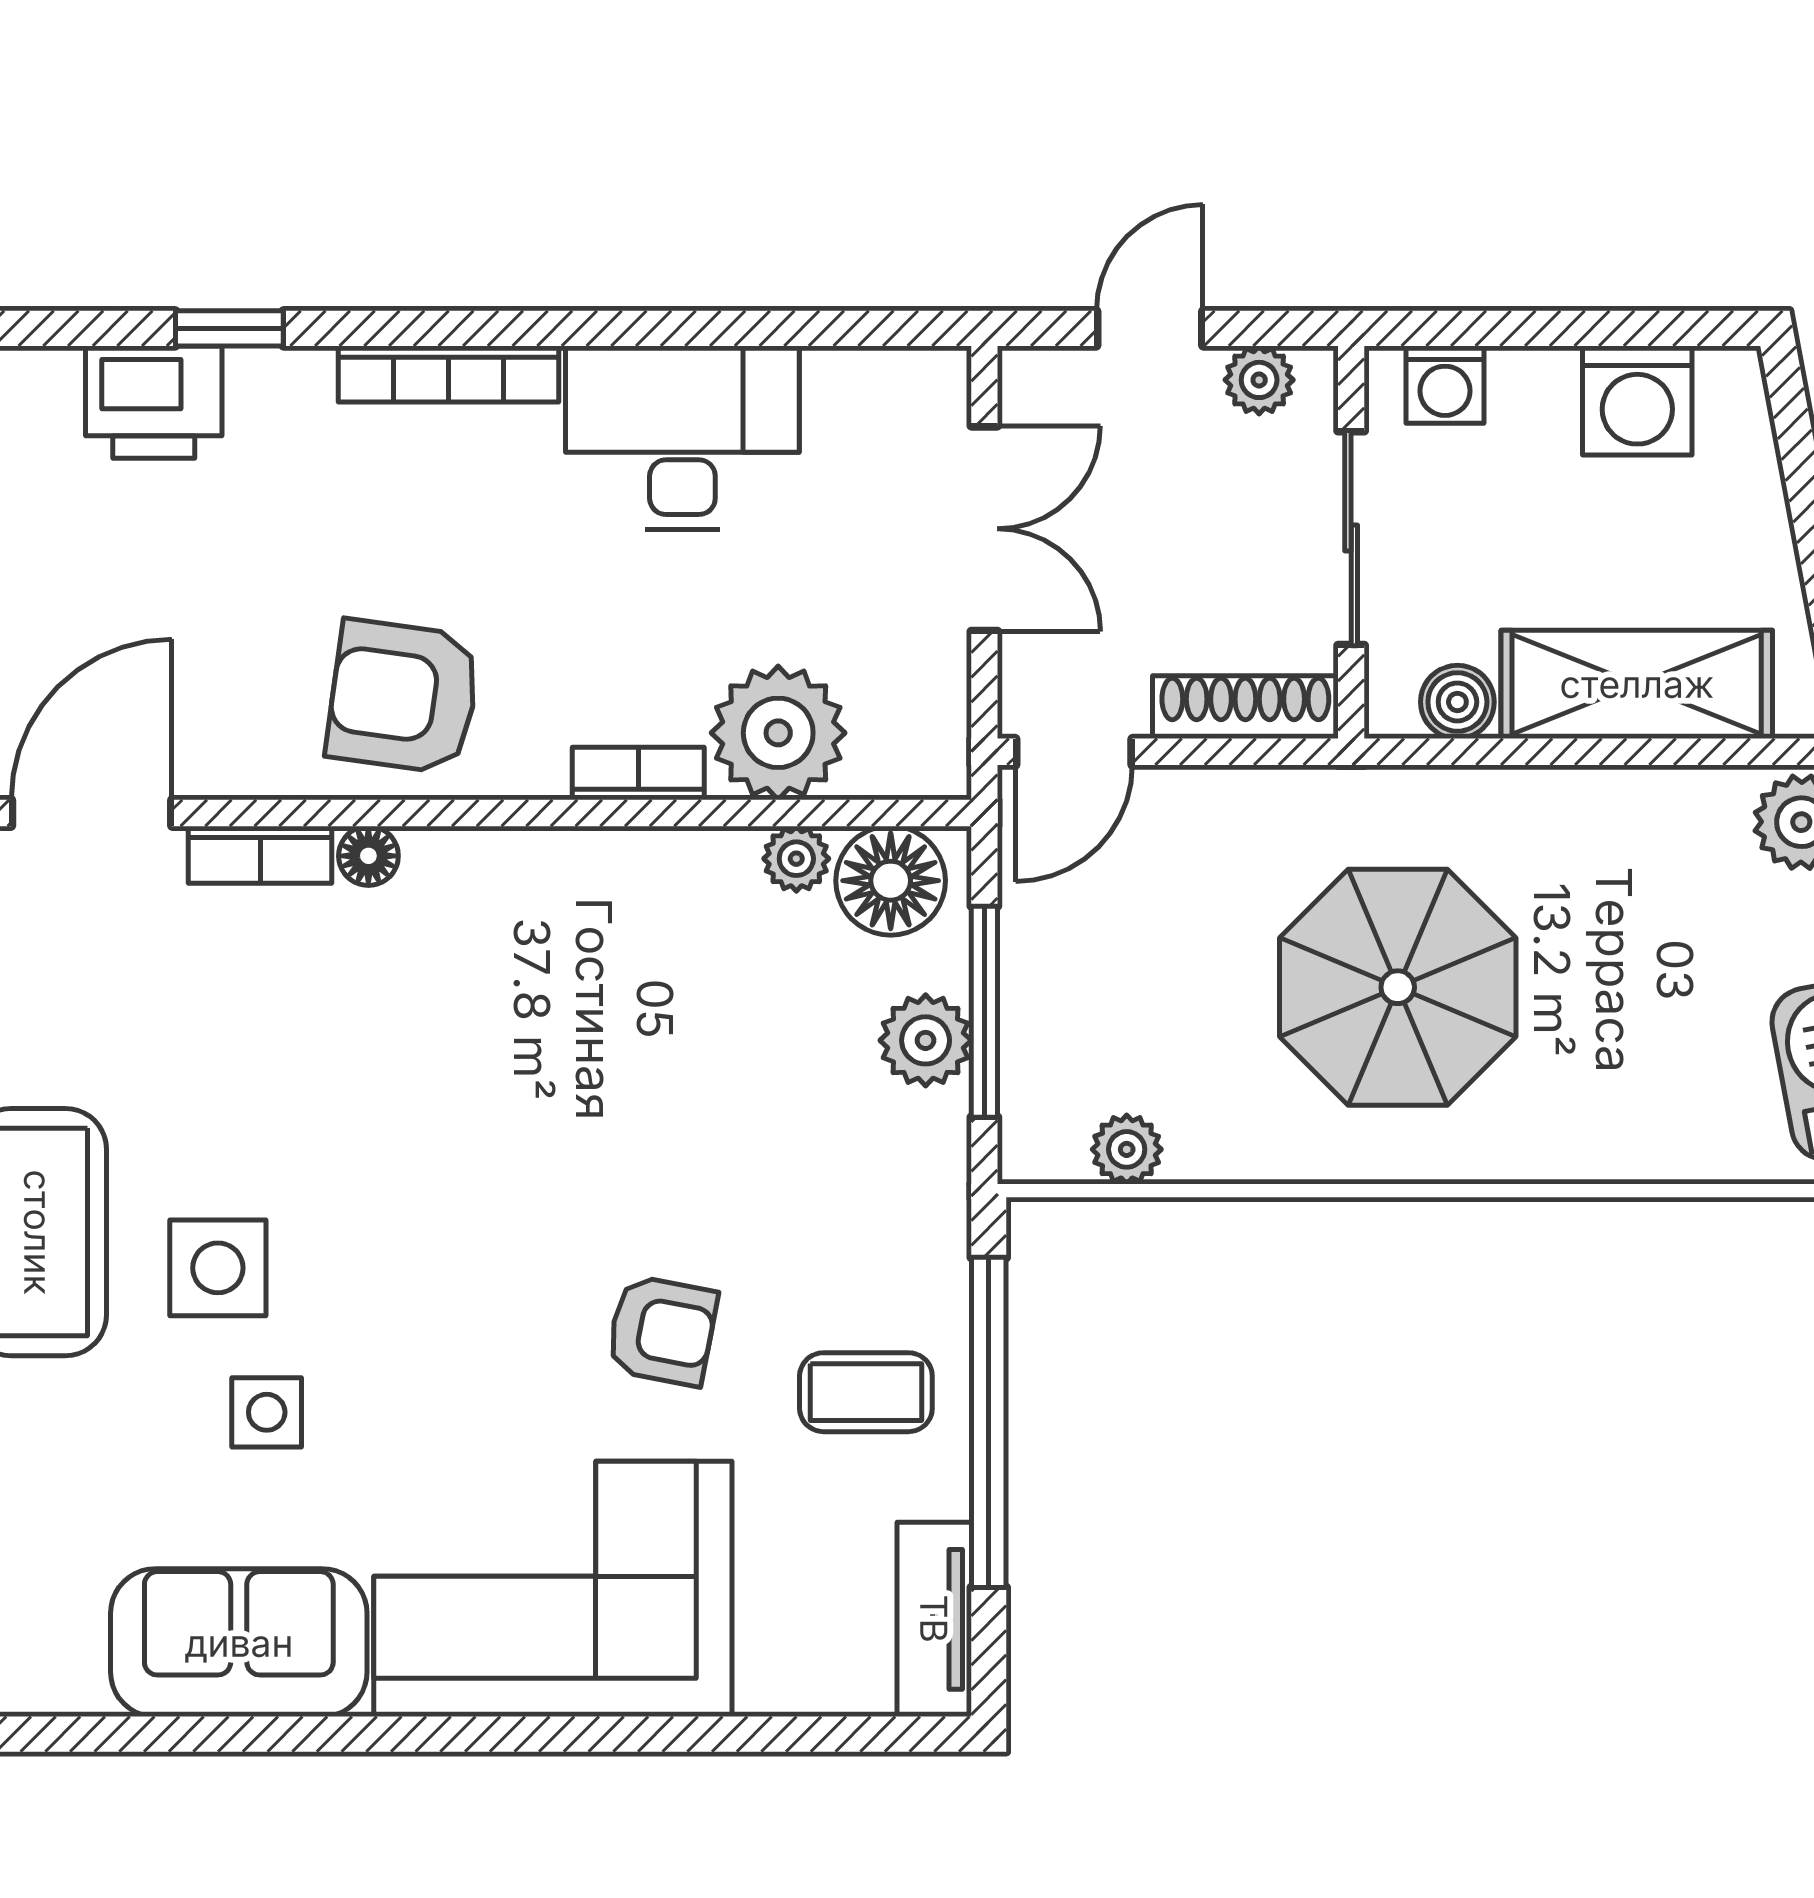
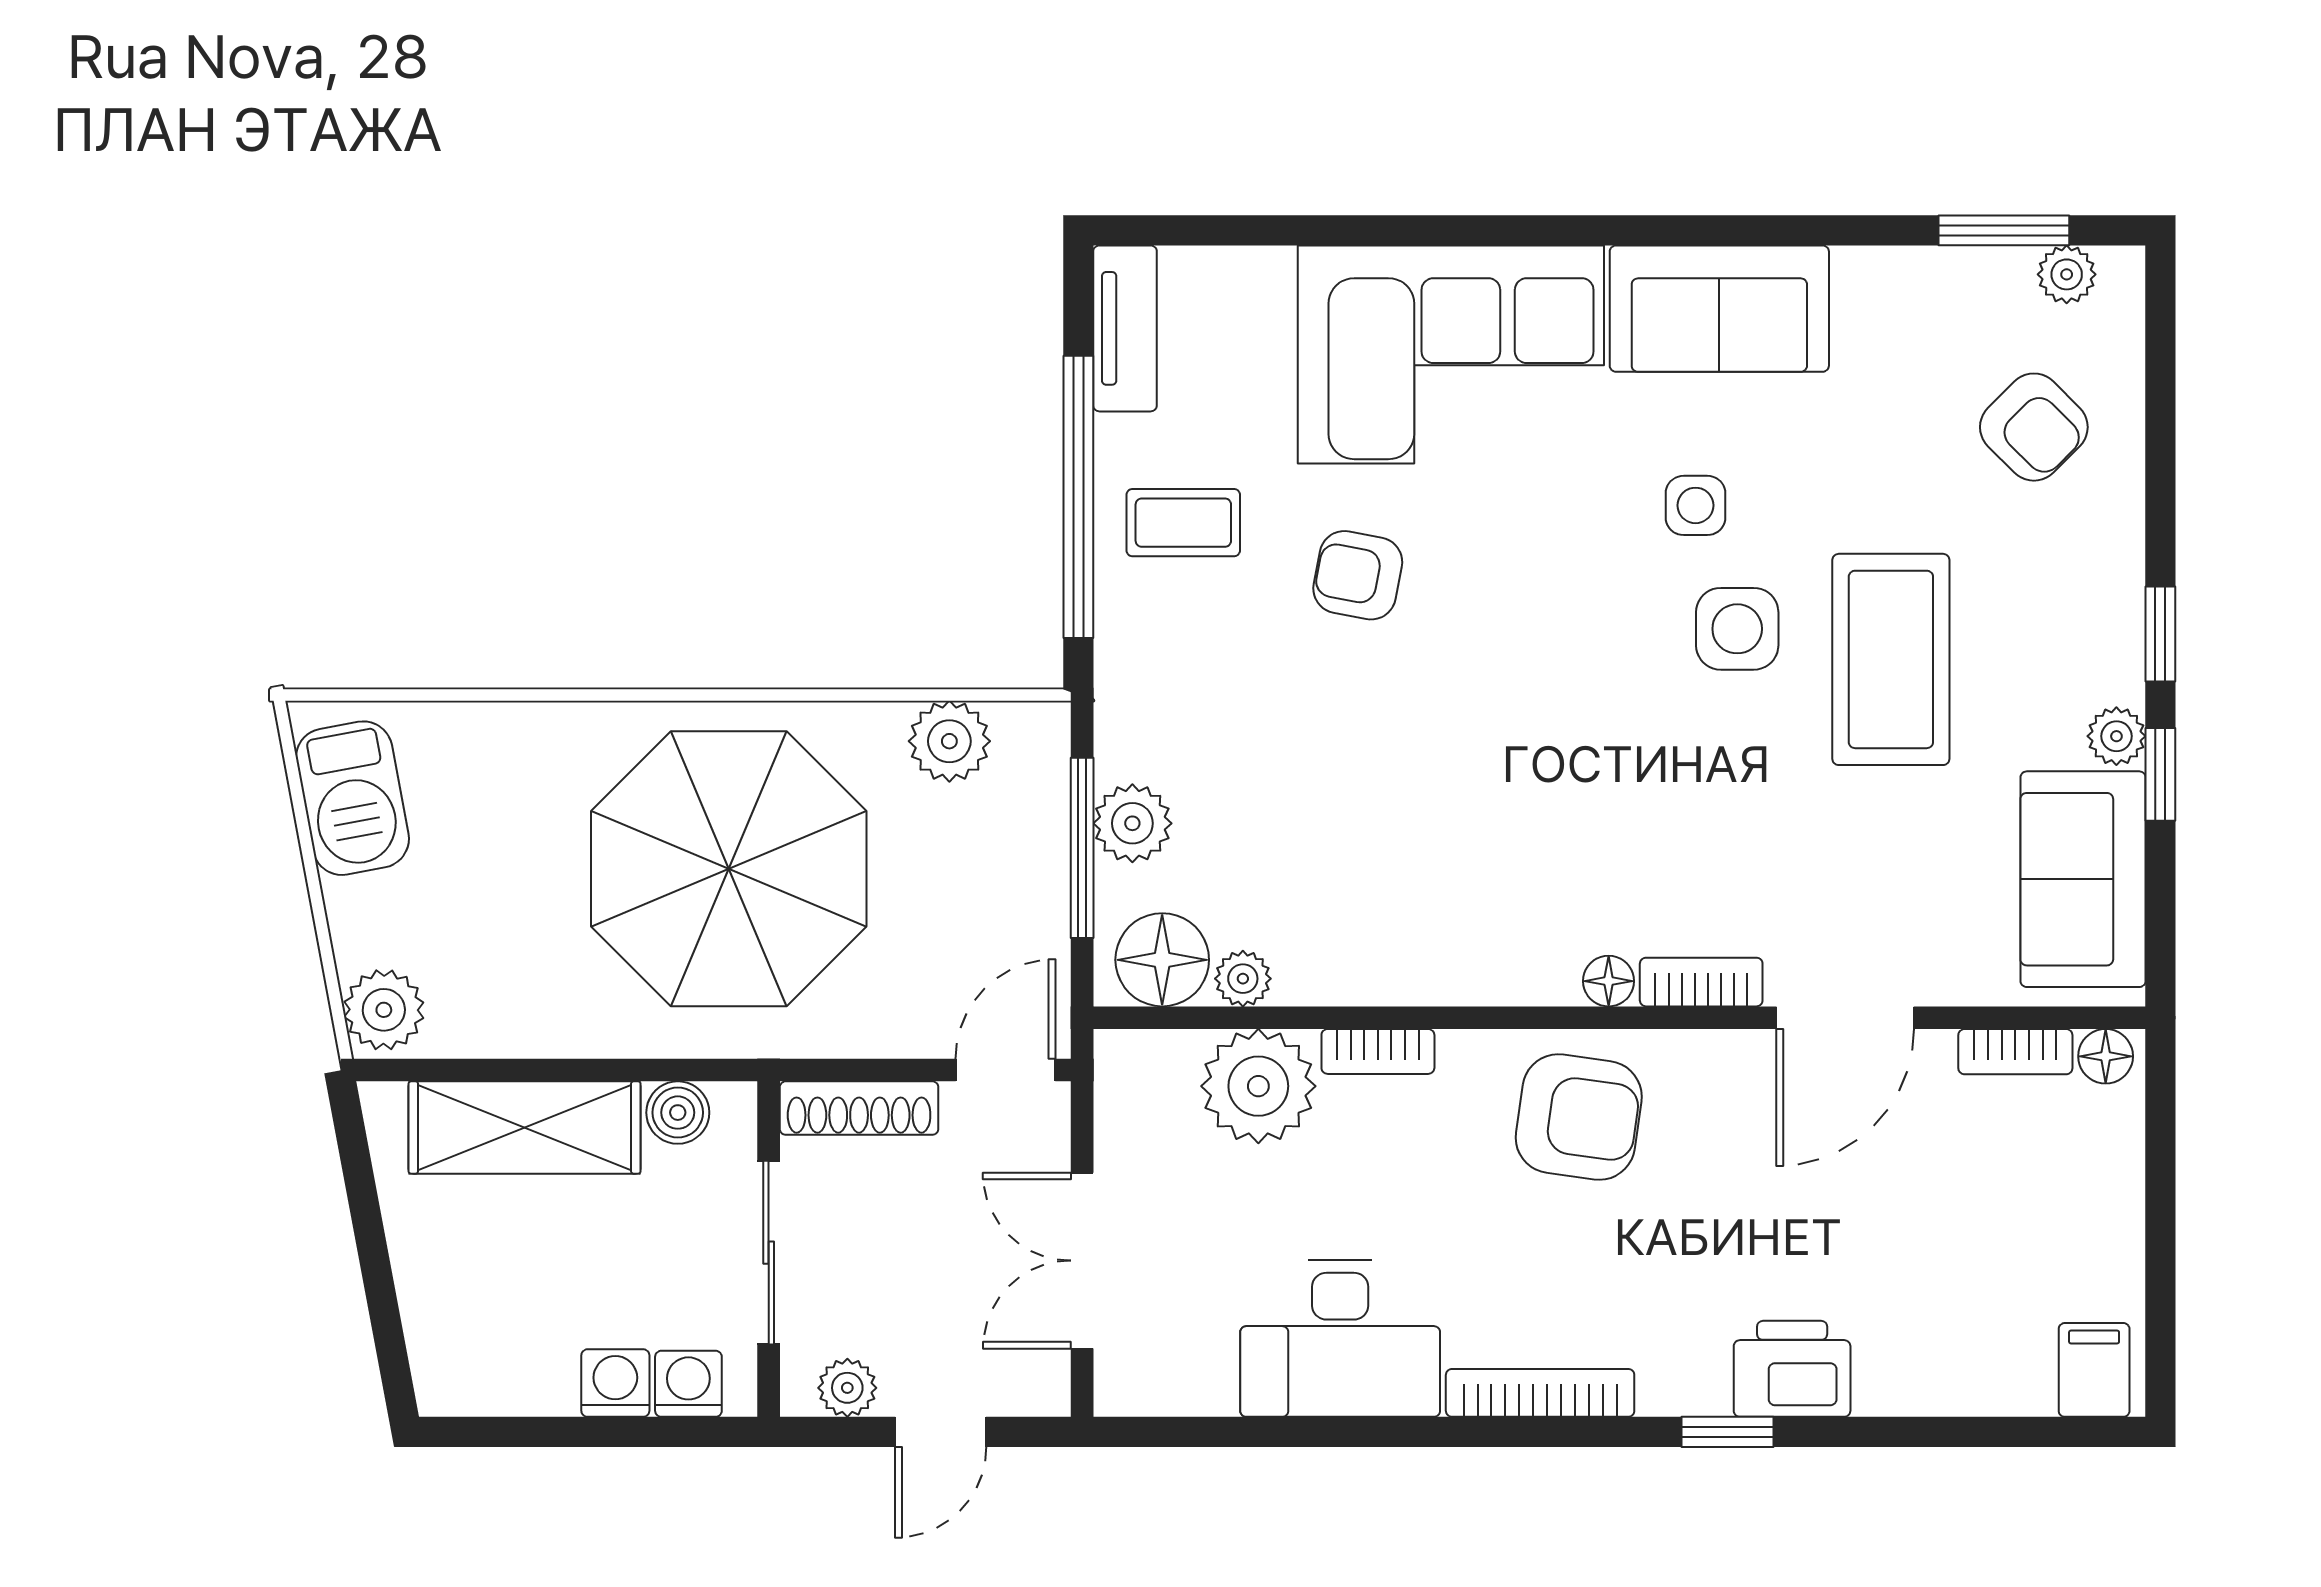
washing machine: (1637, 400) -> (615, 1383), moved, width x0.73, depth x0.73
parasol: (1398, 987) -> (729, 869), width x1.36, depth x1.36
plant: (1127, 1149) -> (949, 741), width x1.38, depth x1.38

